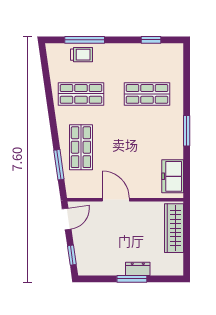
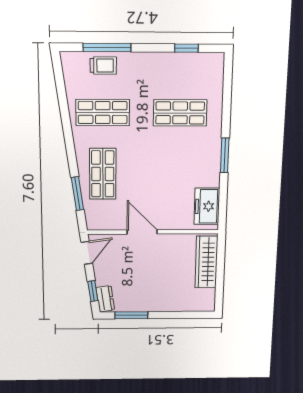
dresser: (138, 269) -> (105, 299), moved, turned 82
window: (132, 279) -> (131, 315), moved

